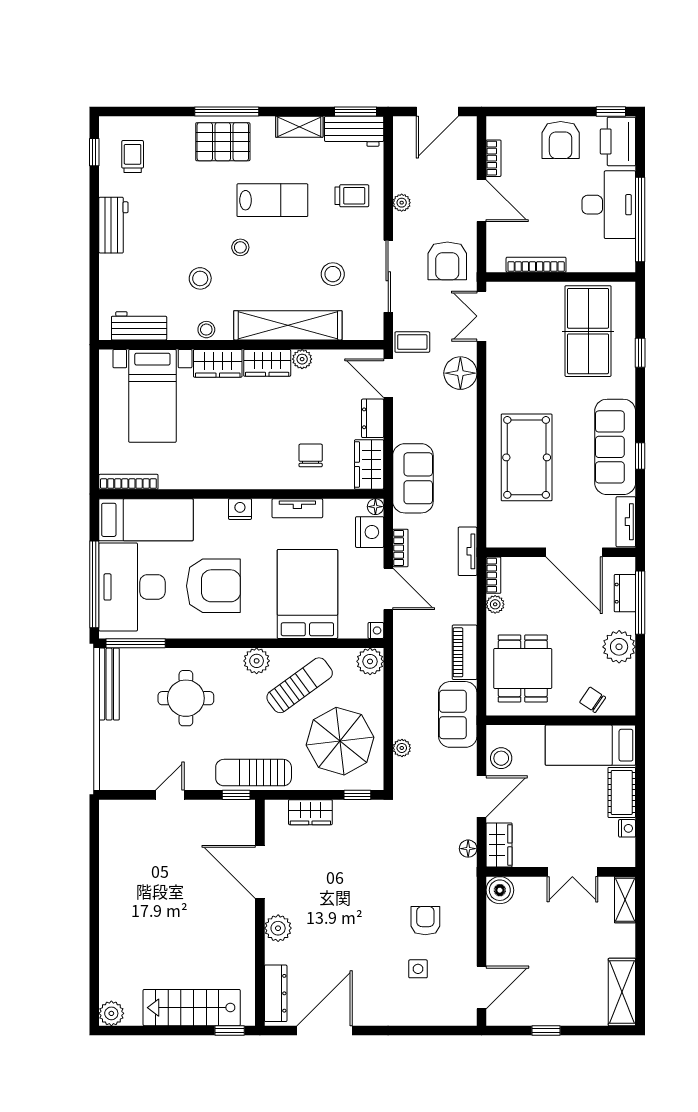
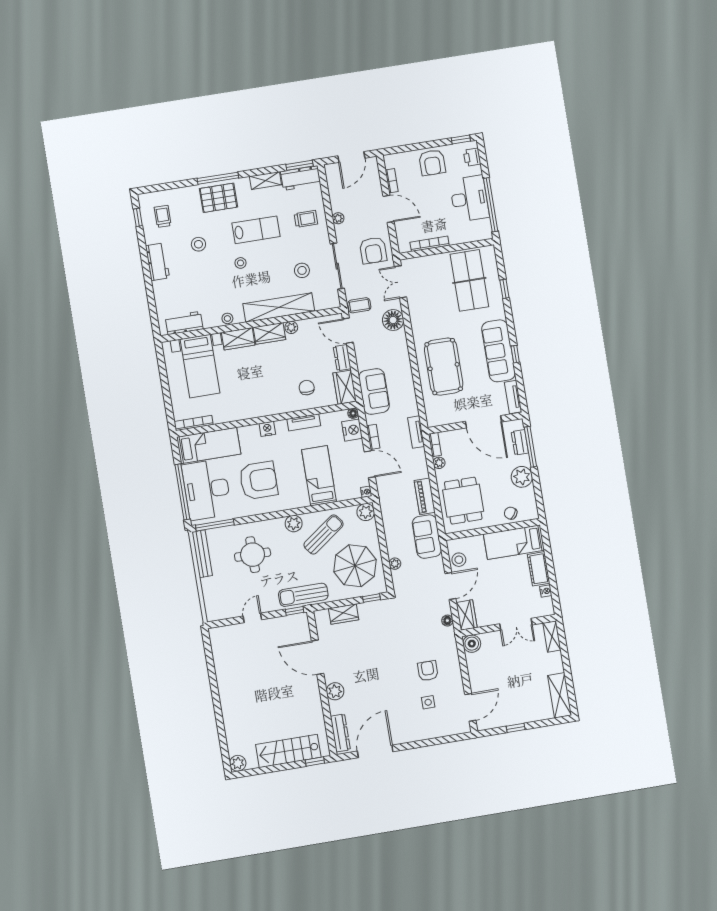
printer: (618, 141) -> (472, 157), width x0.53, depth x0.68
stool: (200, 278) -> (198, 244), moved
bed: (307, 594) -> (319, 476), width x0.67

